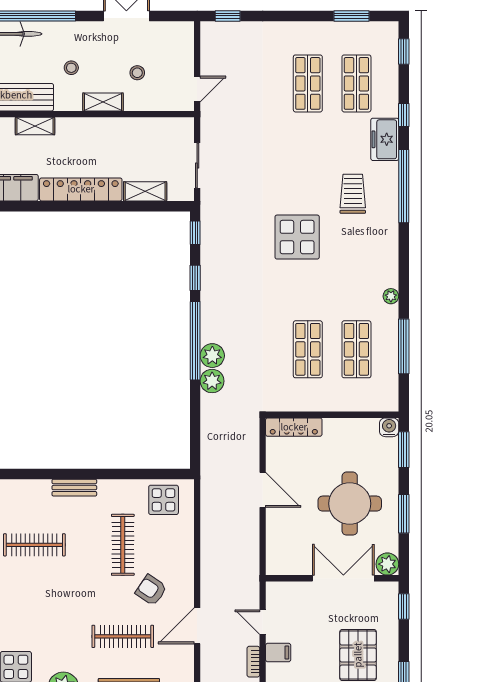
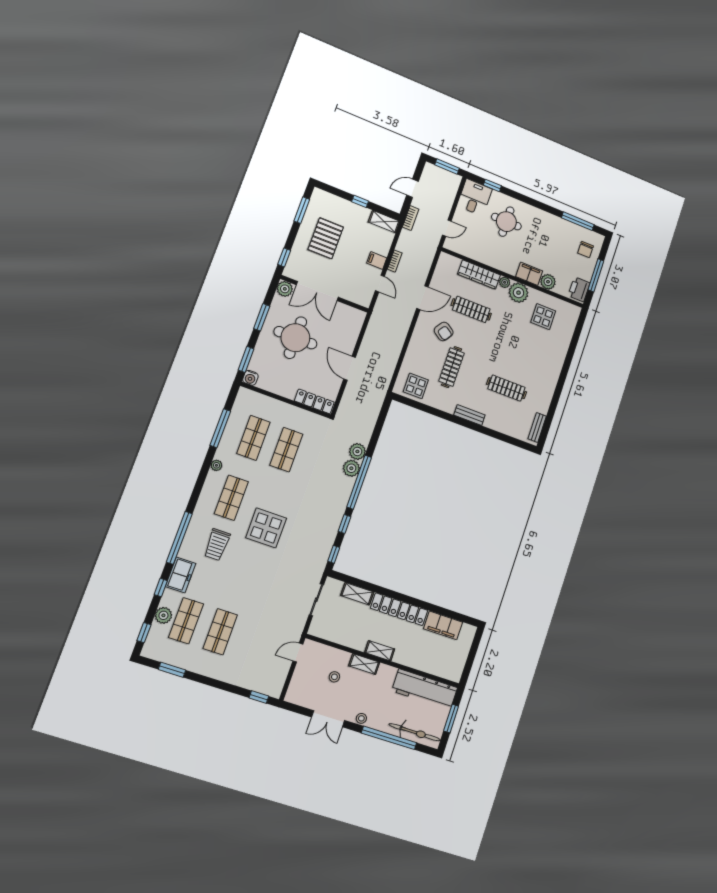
stool: (71, 68) -> (361, 718), moved
plant: (387, 81) -> (163, 615), added
shelving: (35, 126) -> (380, 651), moved
shop shelf: (356, 261) -> (231, 498), added

